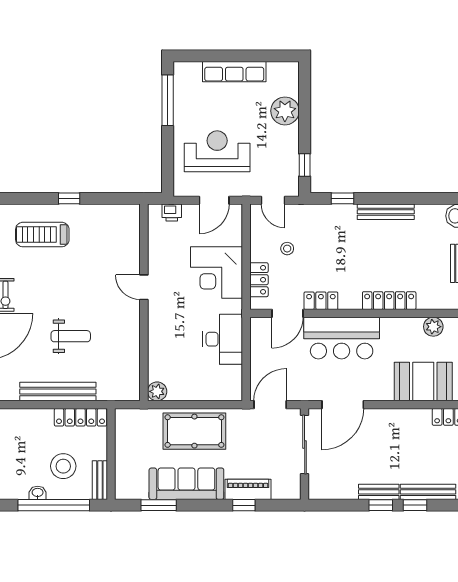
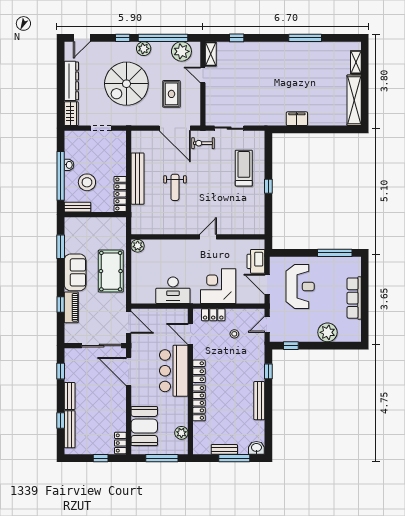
printer: (172, 212) -> (256, 261), width x1.87, depth x1.48
locker: (321, 301) -> (199, 371), moved
sofa: (186, 484) -> (75, 272), width x0.73
window: (381, 505) -> (61, 371), moved

